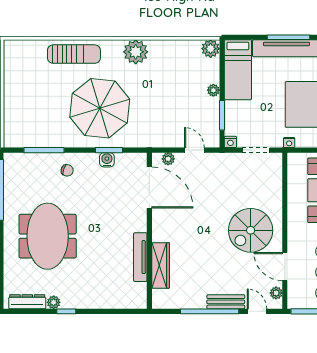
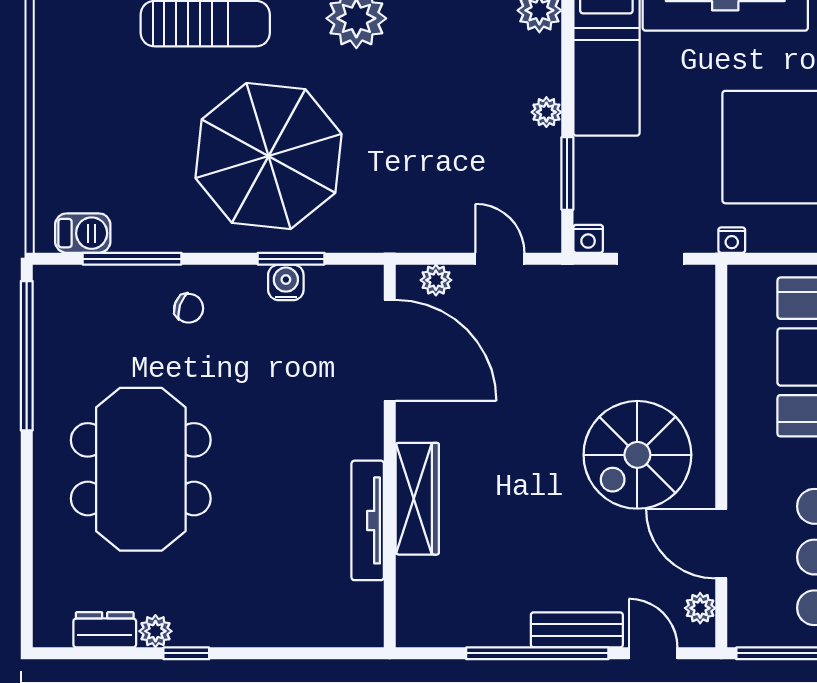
barbecue: (24, 140) -> (83, 233), added
wardrobe: (161, 265) -> (417, 499), moved
dresser: (27, 302) -> (105, 630), width x0.70

